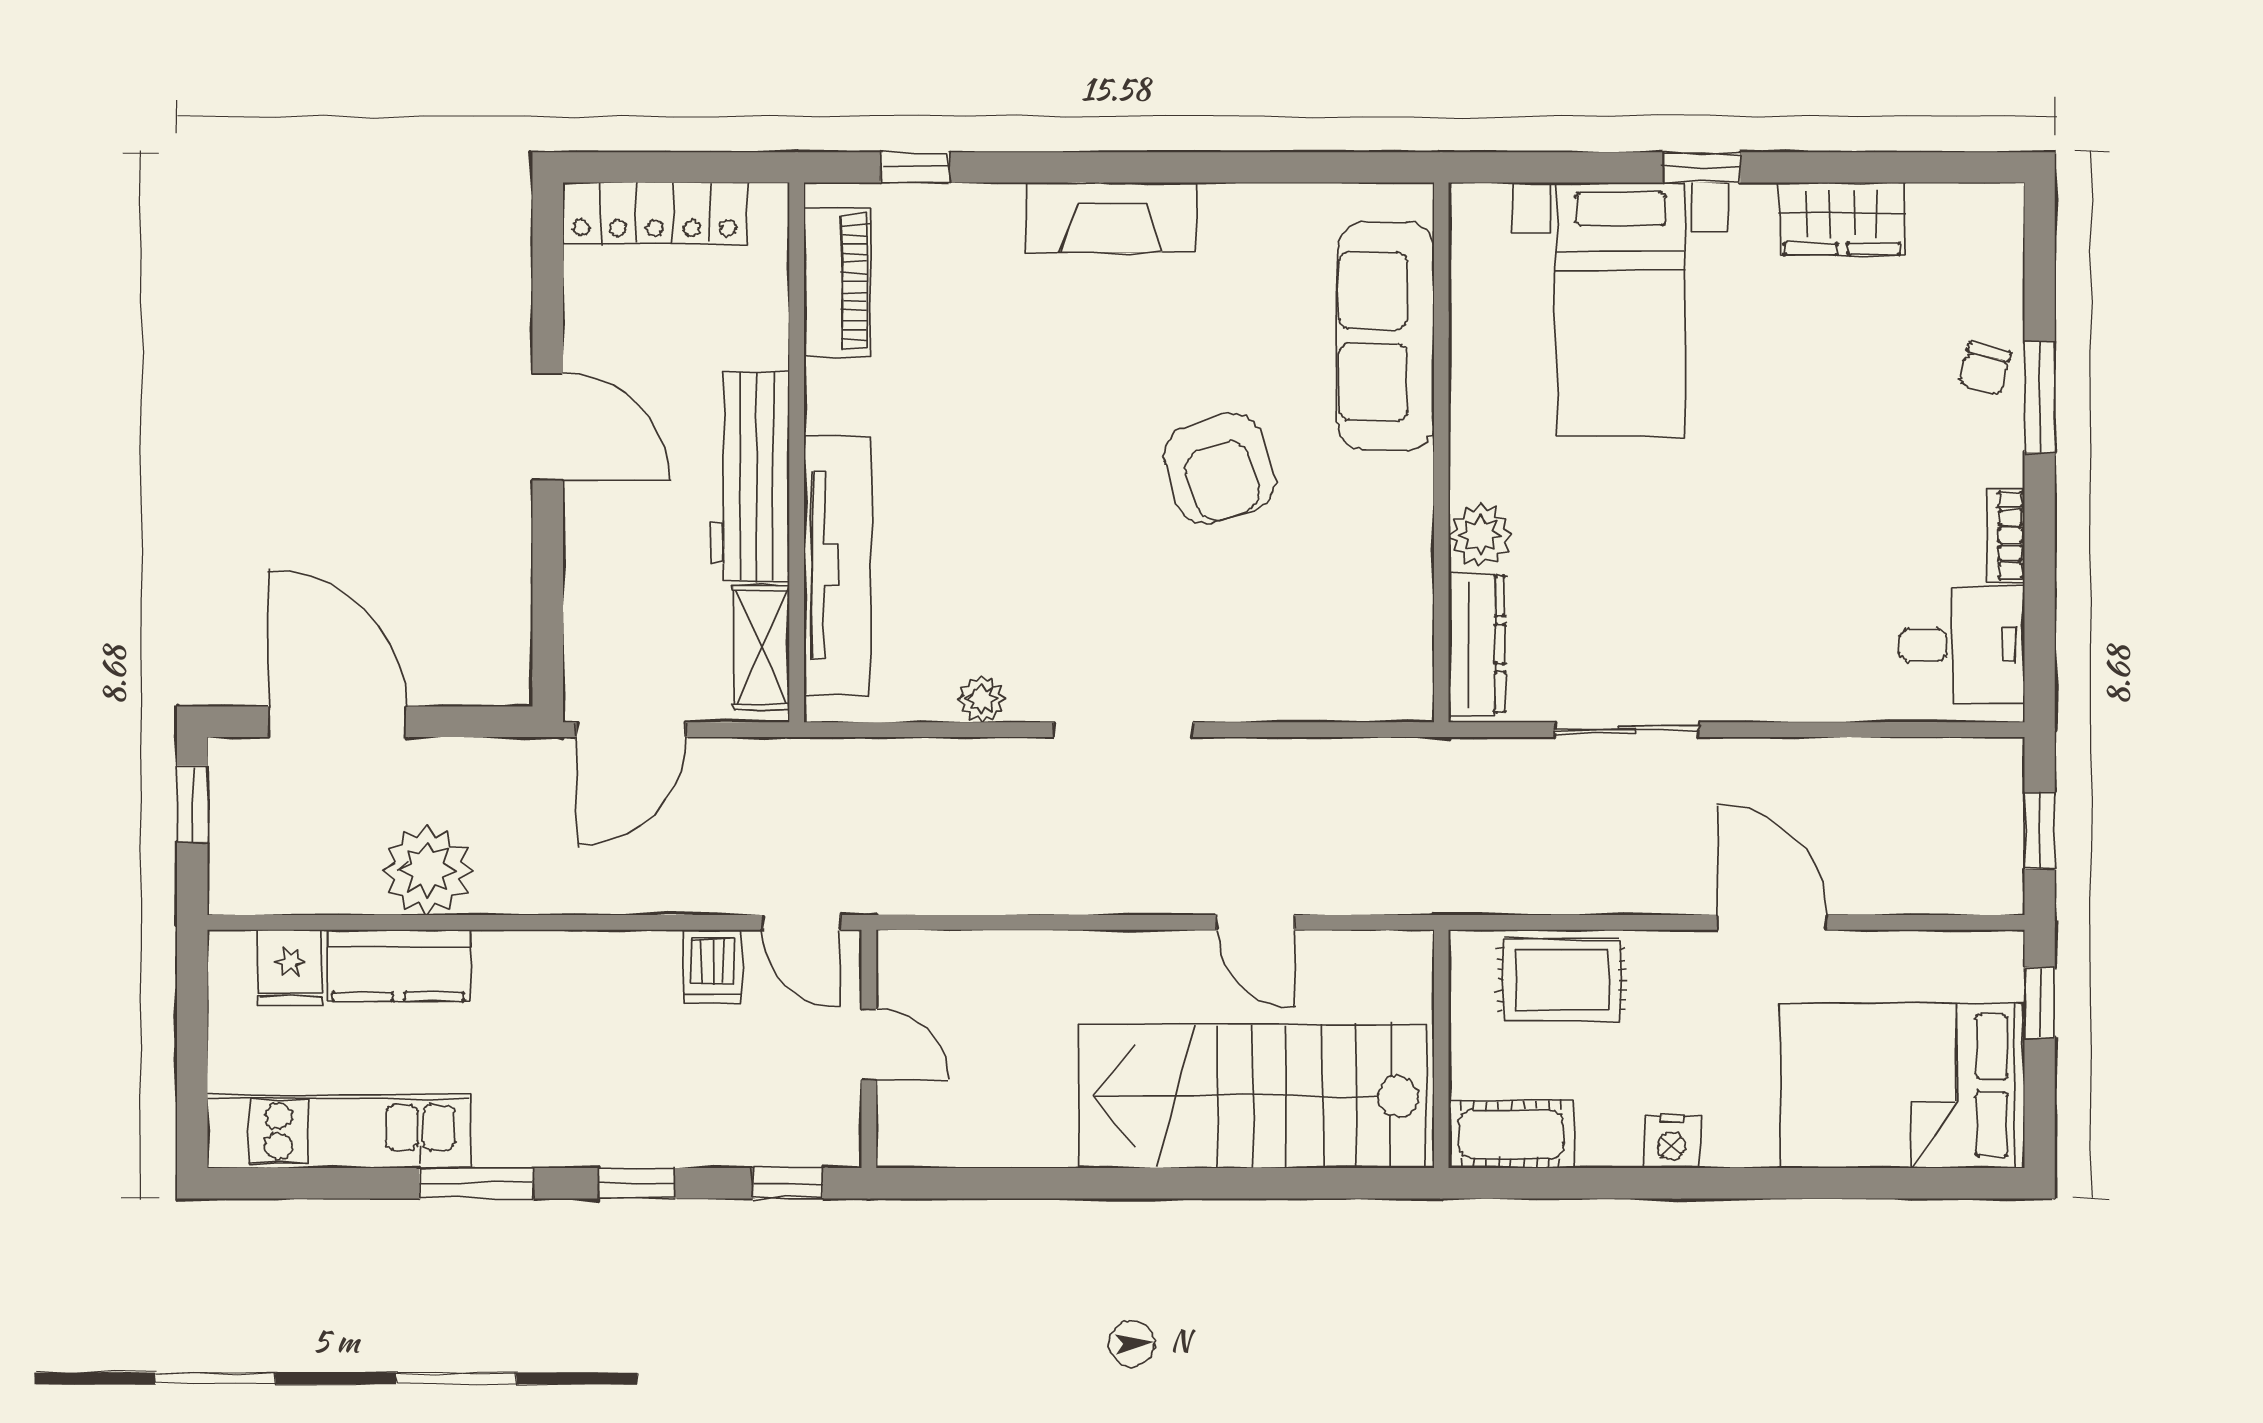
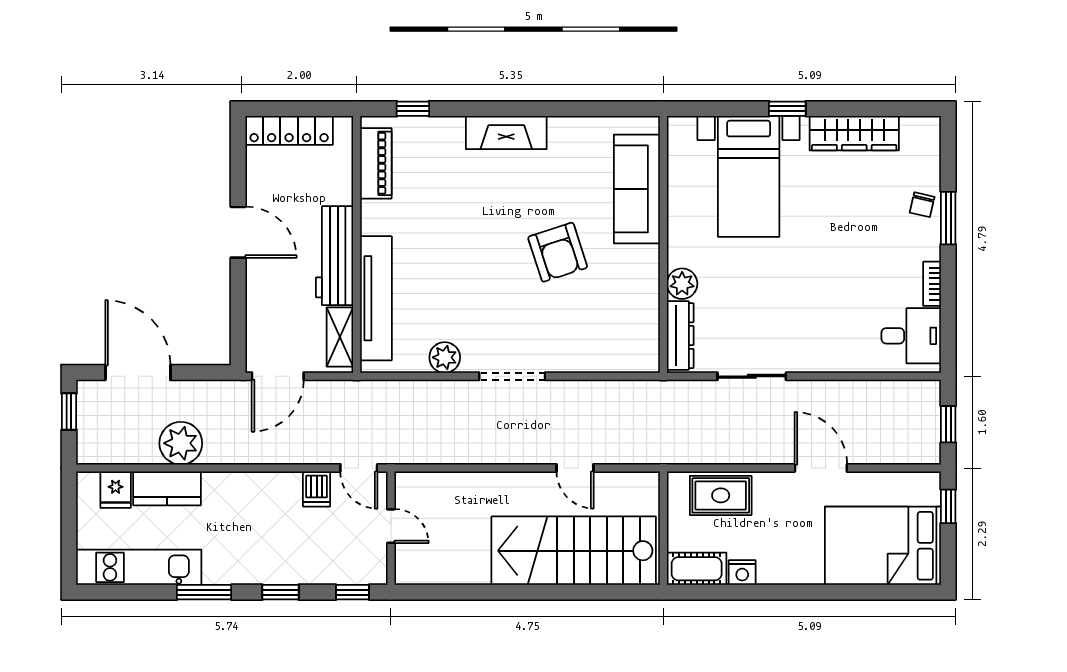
wardrobe: (1842, 219) -> (854, 133), width x1.50
plant: (982, 699) -> (445, 357), width x1.38, depth x1.38
nightstand: (1671, 1142) -> (742, 573), moved

